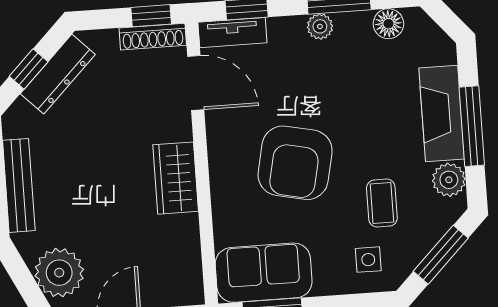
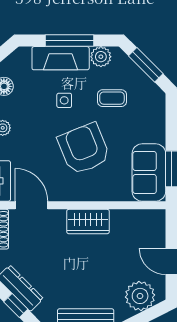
door: (196, 83) -> (31, 205), hinge flipped
armchair: (295, 163) -> (84, 149), turned -124
side table: (368, 260) -> (64, 100), moved

